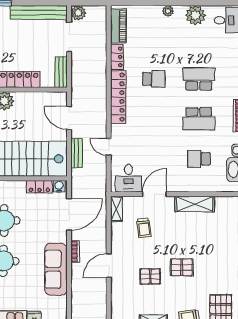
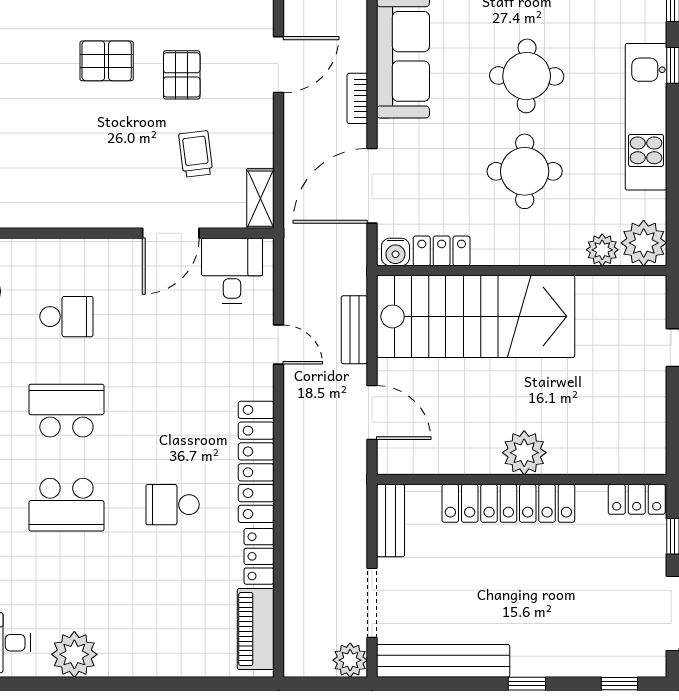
plant: (168, 11) -> (139, 664), removed
shelving: (195, 204) -> (76, 210), removed
pallet: (150, 276) -> (182, 75), moved, turned 90

